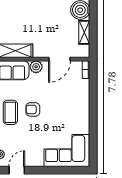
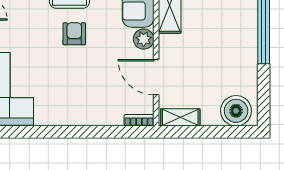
shelving: (84, 32) -> (180, 117), moved

